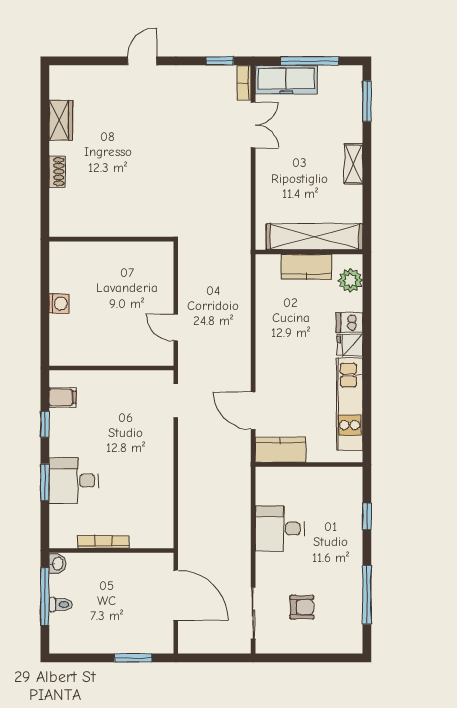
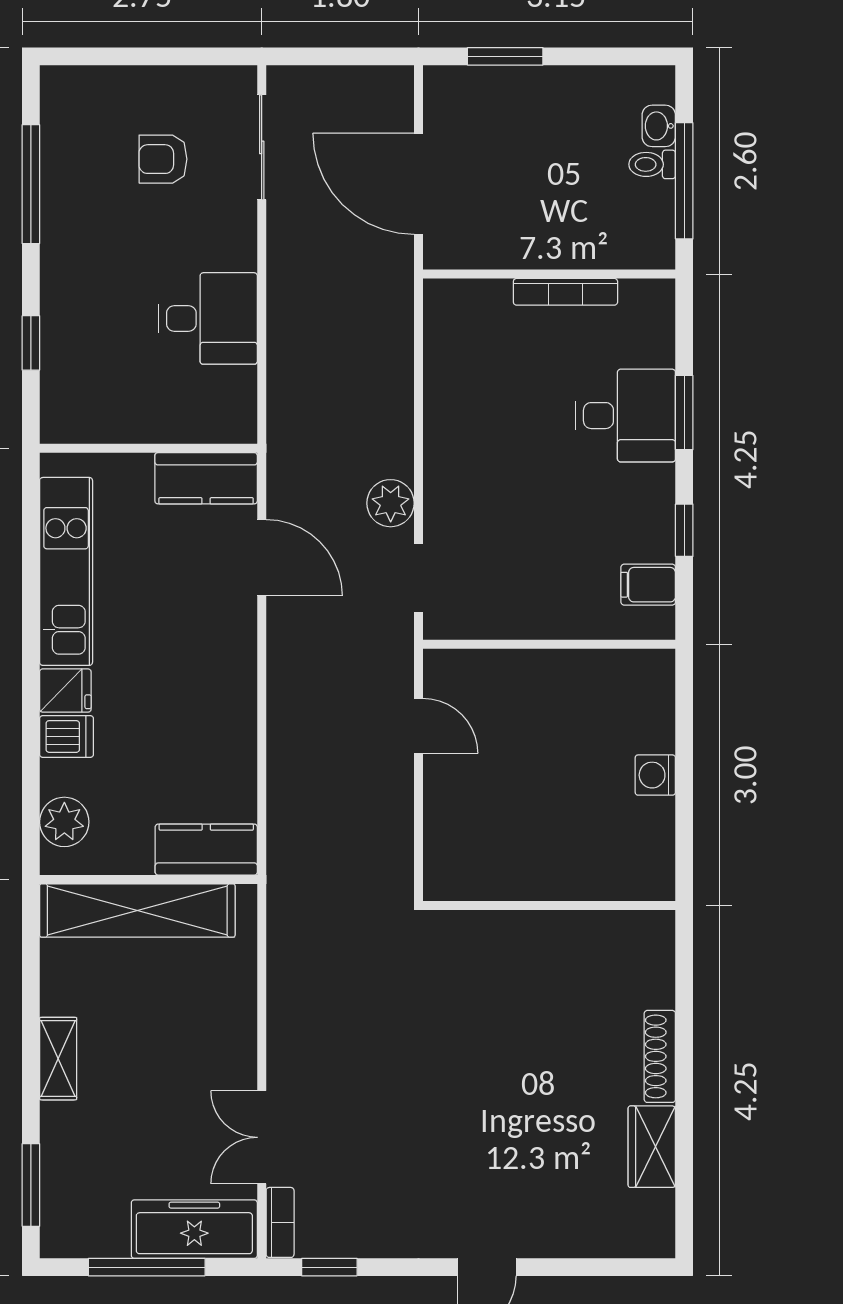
shoe rack: (57, 172) -> (660, 1056), width x1.43
kitchen counter: (306, 267) -> (206, 850), moved
plant: (190, 438) -> (391, 503), added
washbasin: (57, 564) -> (659, 126), moved

